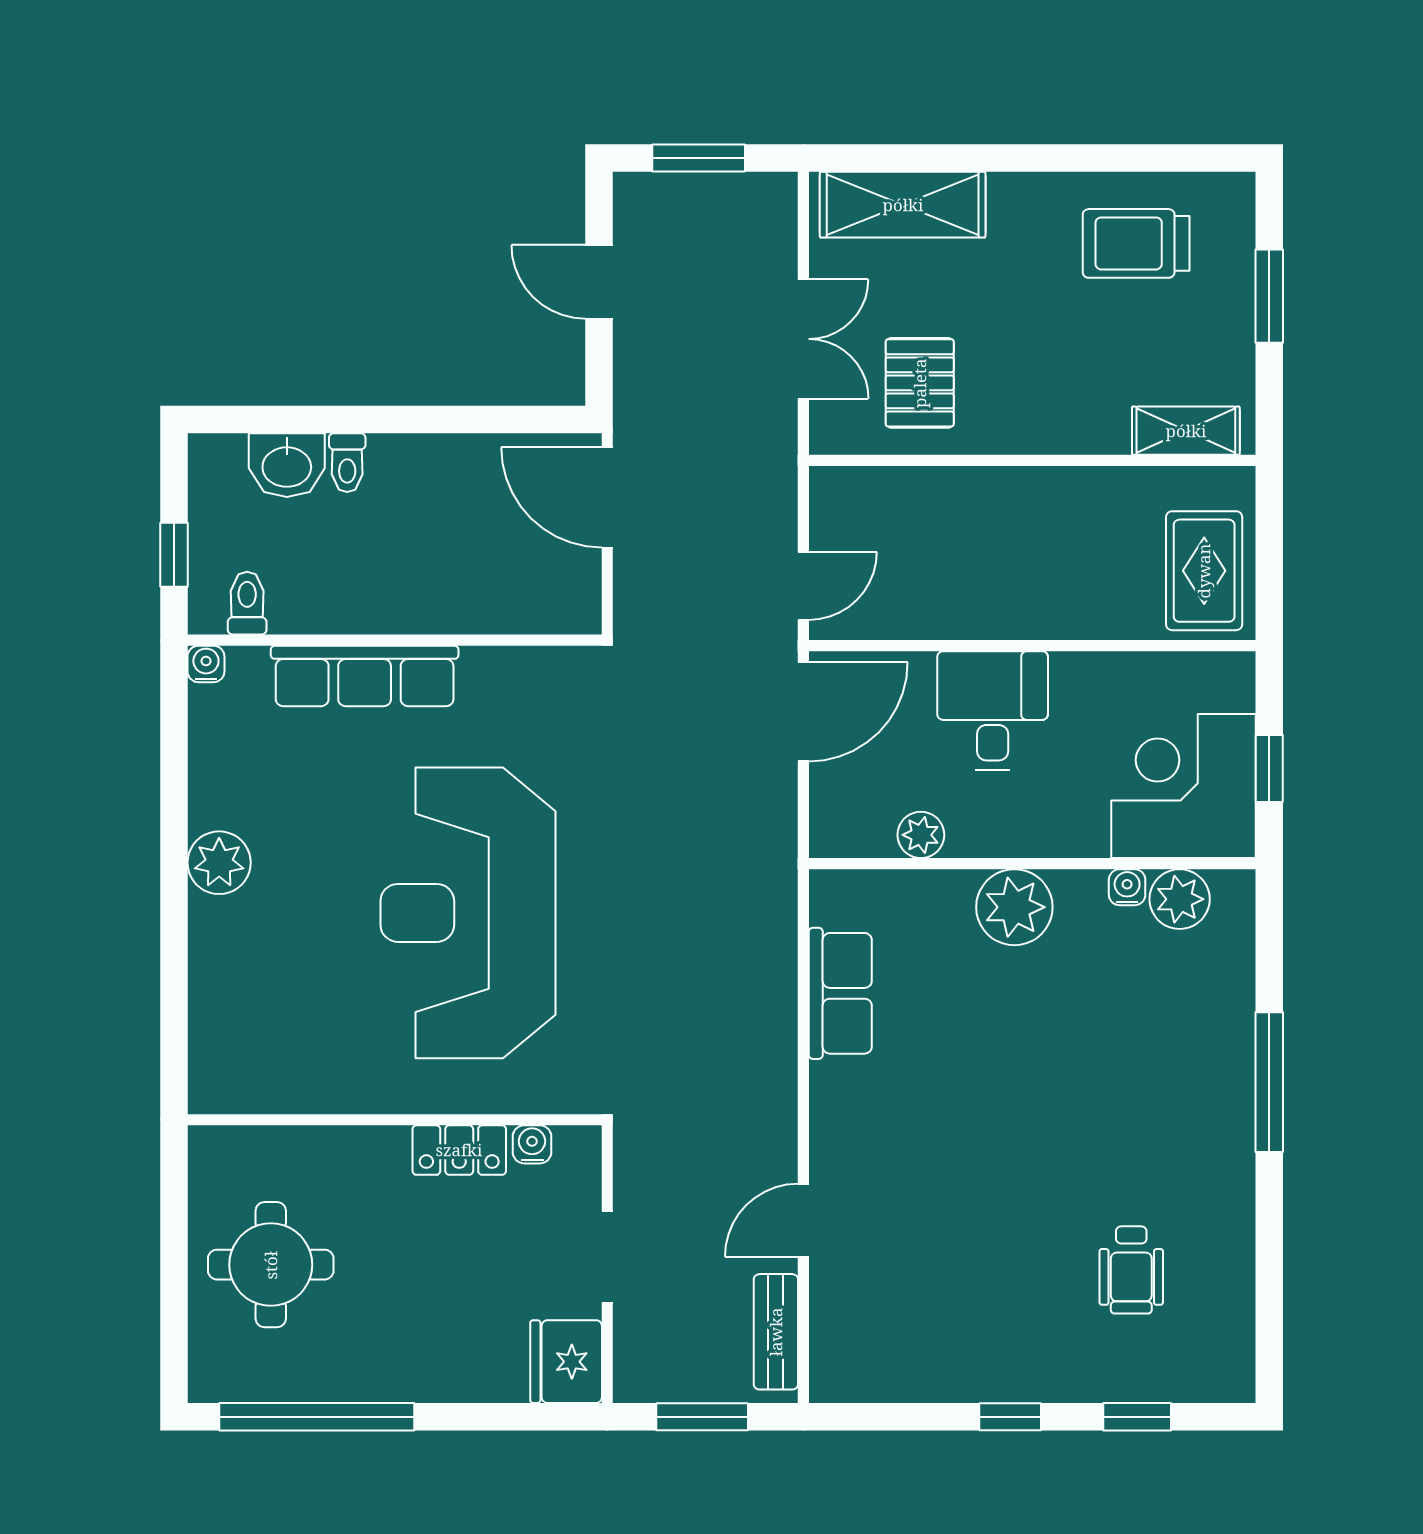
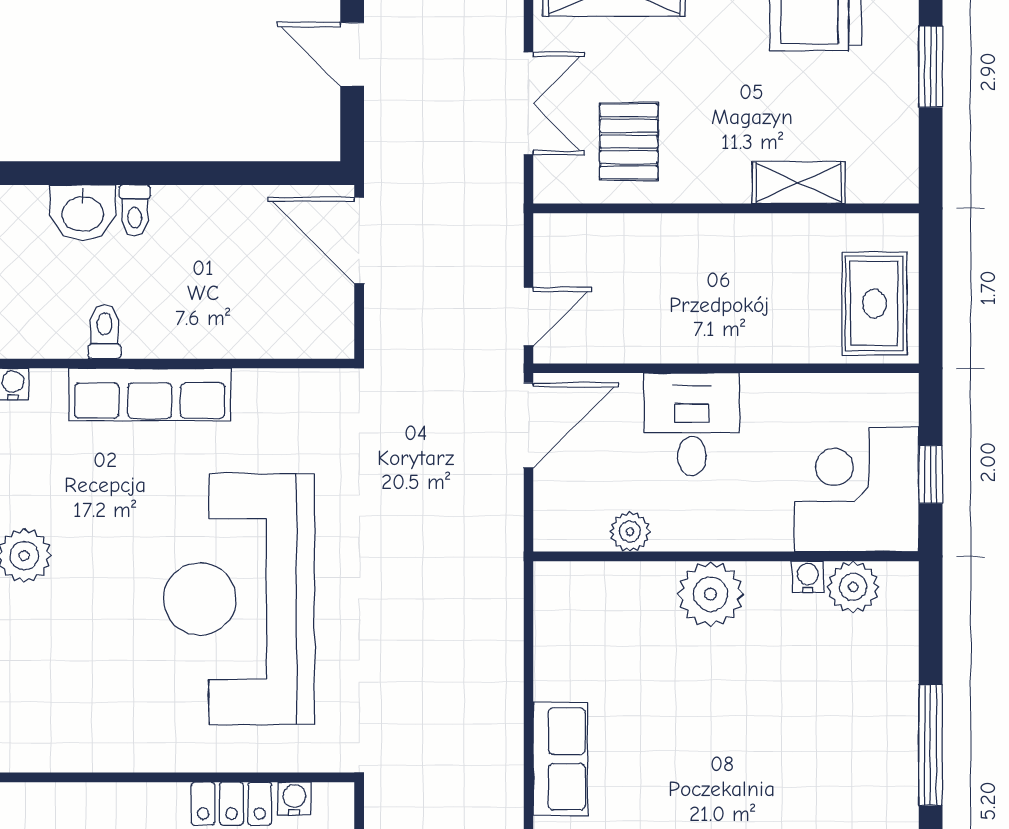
shelving: (1186, 431) -> (799, 183), moved
toilet: (247, 603) -> (104, 332), moved
row of seats: (840, 993) -> (560, 759), moved

